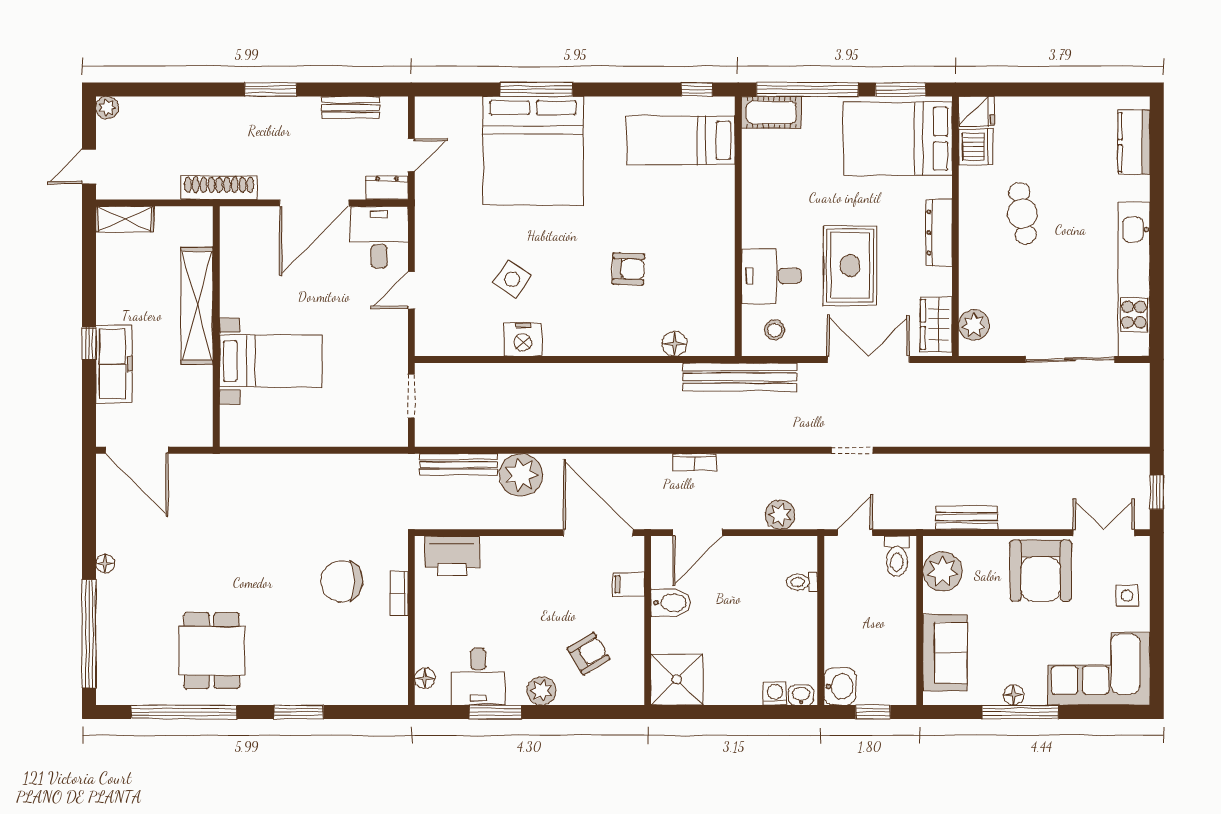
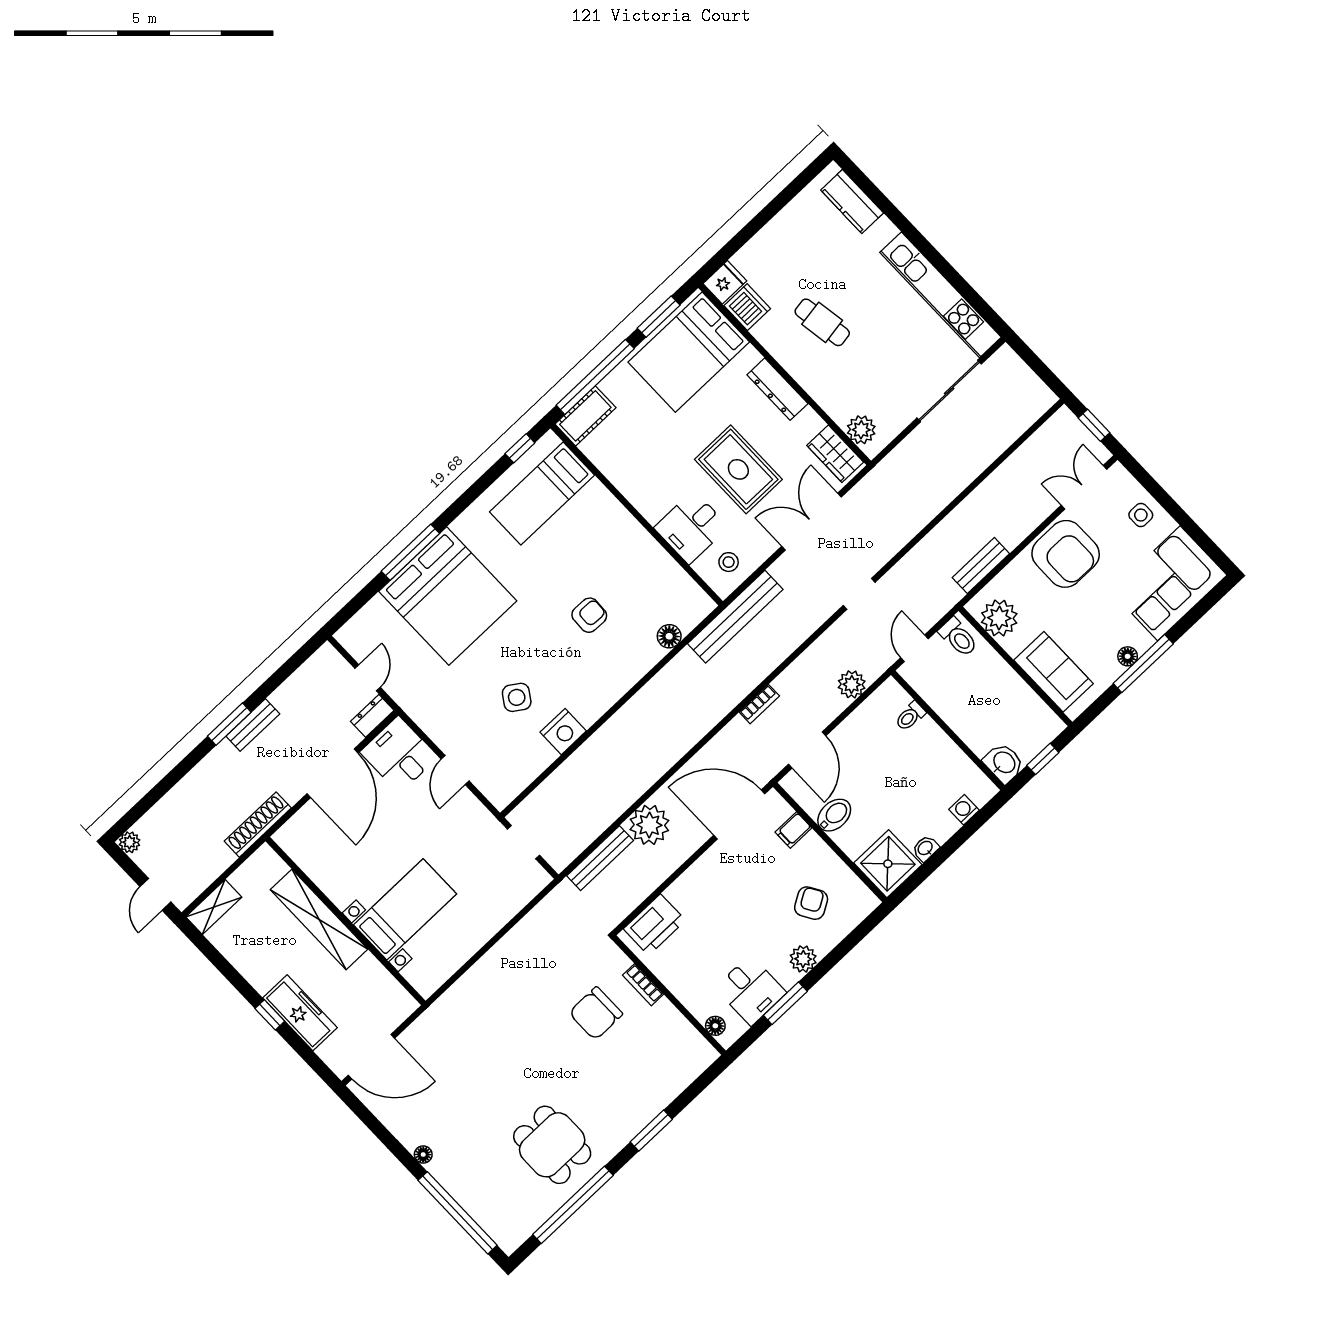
bench: (351, 107) -> (253, 725), moved
washbasin: (801, 695) -> (926, 848), moved

